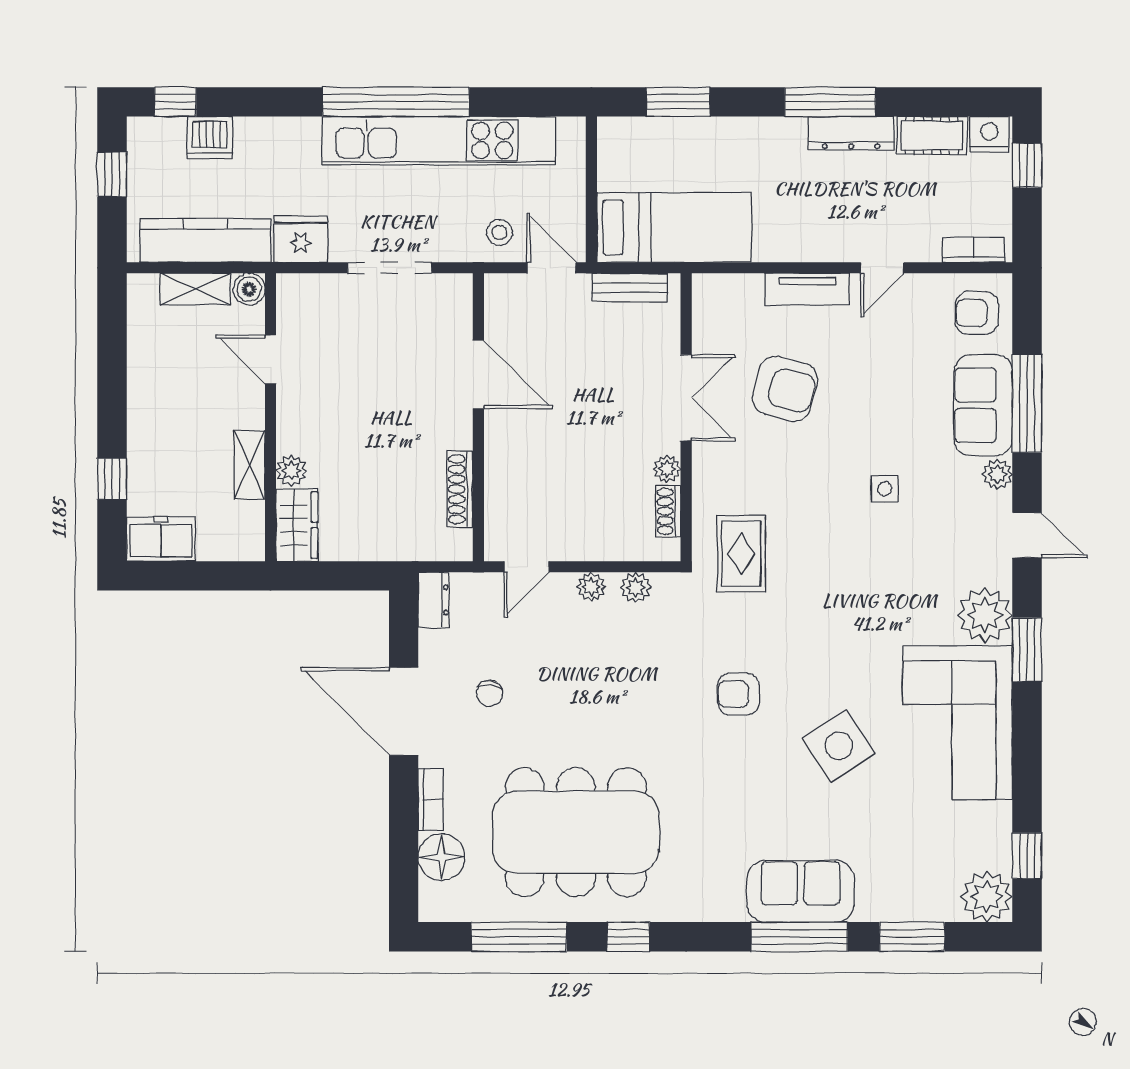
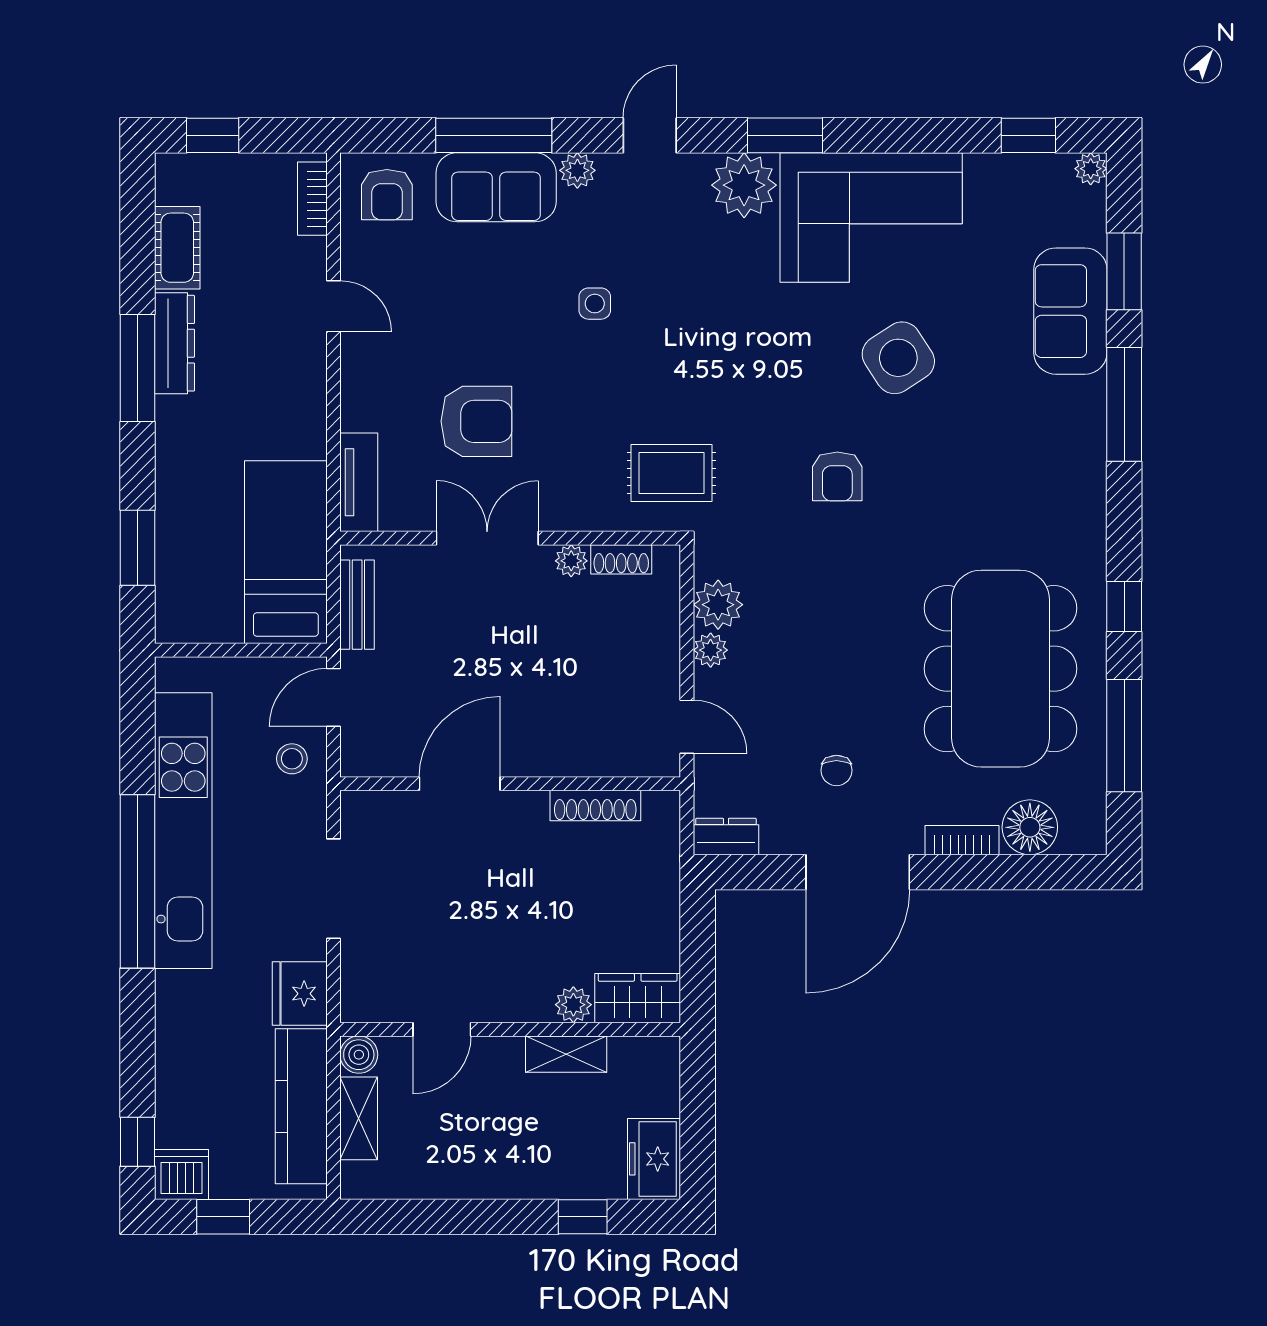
nightstand: (989, 134) -> (176, 180), removed
dishwasher: (210, 138) -> (182, 1174), moved, turned -90
tv unit: (807, 289) -> (359, 482), moved
armchair: (785, 389) -> (476, 421), turned 75
plant: (636, 587) -> (718, 605), width x1.38, depth x1.38
chair: (490, 693) -> (836, 770), turned 86
sofa: (801, 891) -> (1070, 311), moved
plant: (987, 897) -> (1091, 169), width x0.53, depth x0.53

